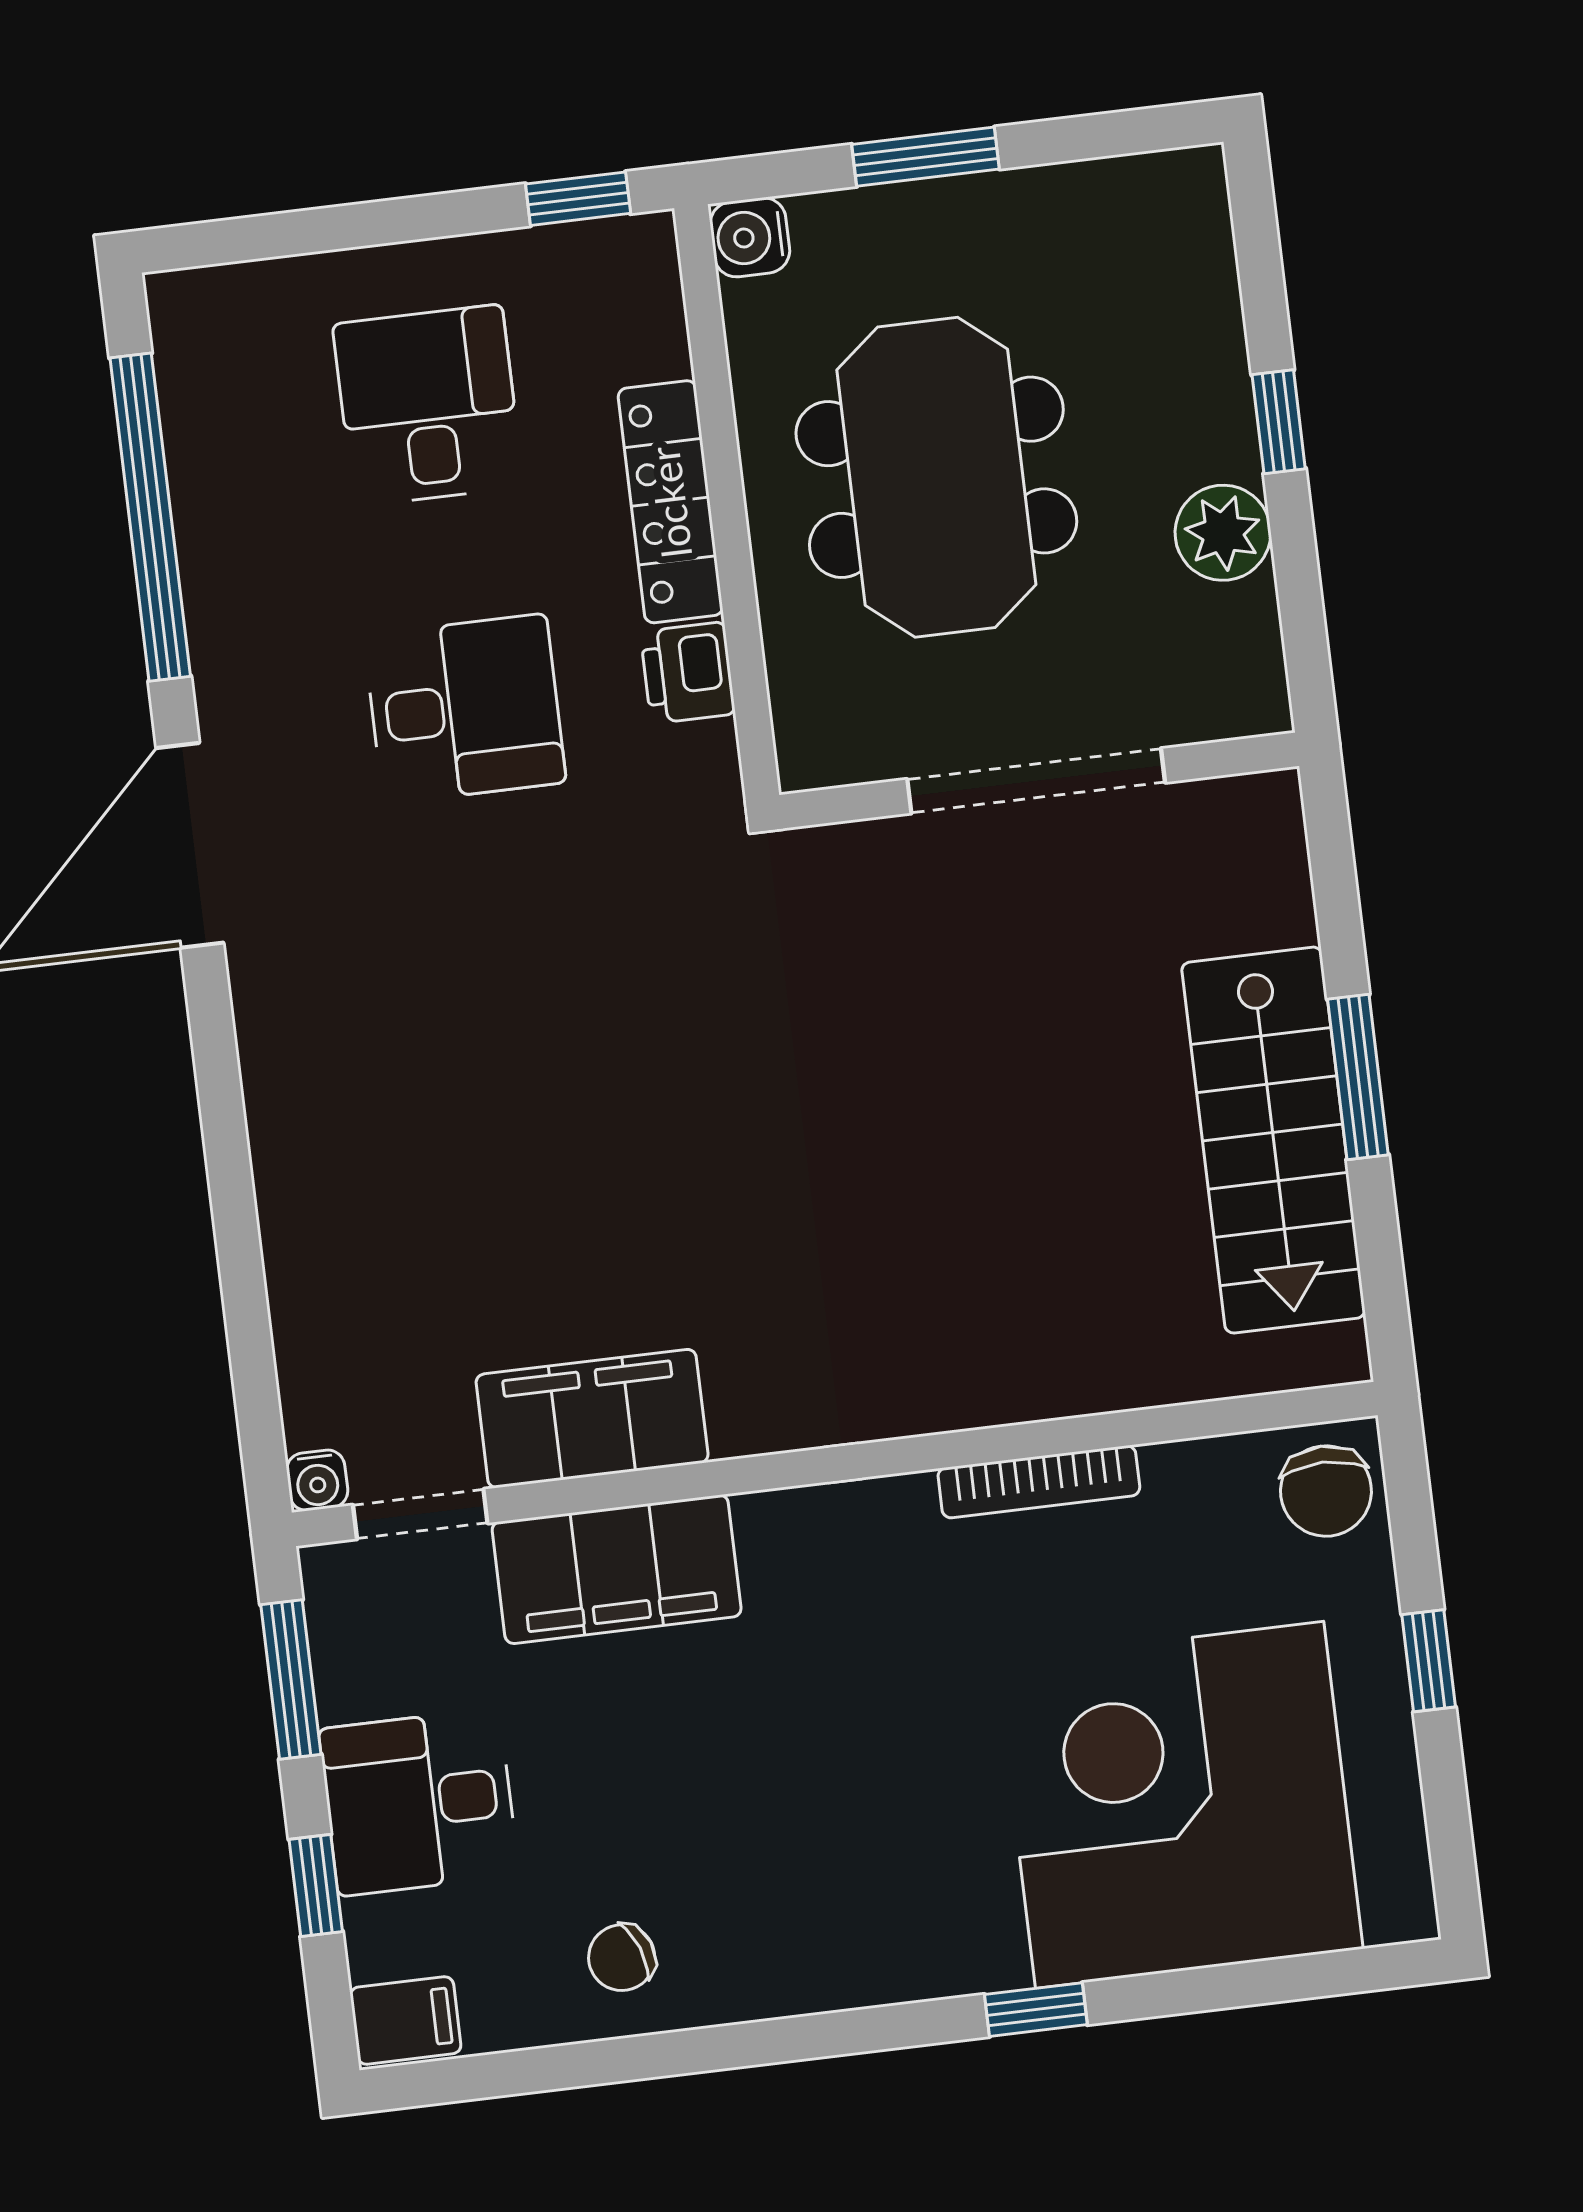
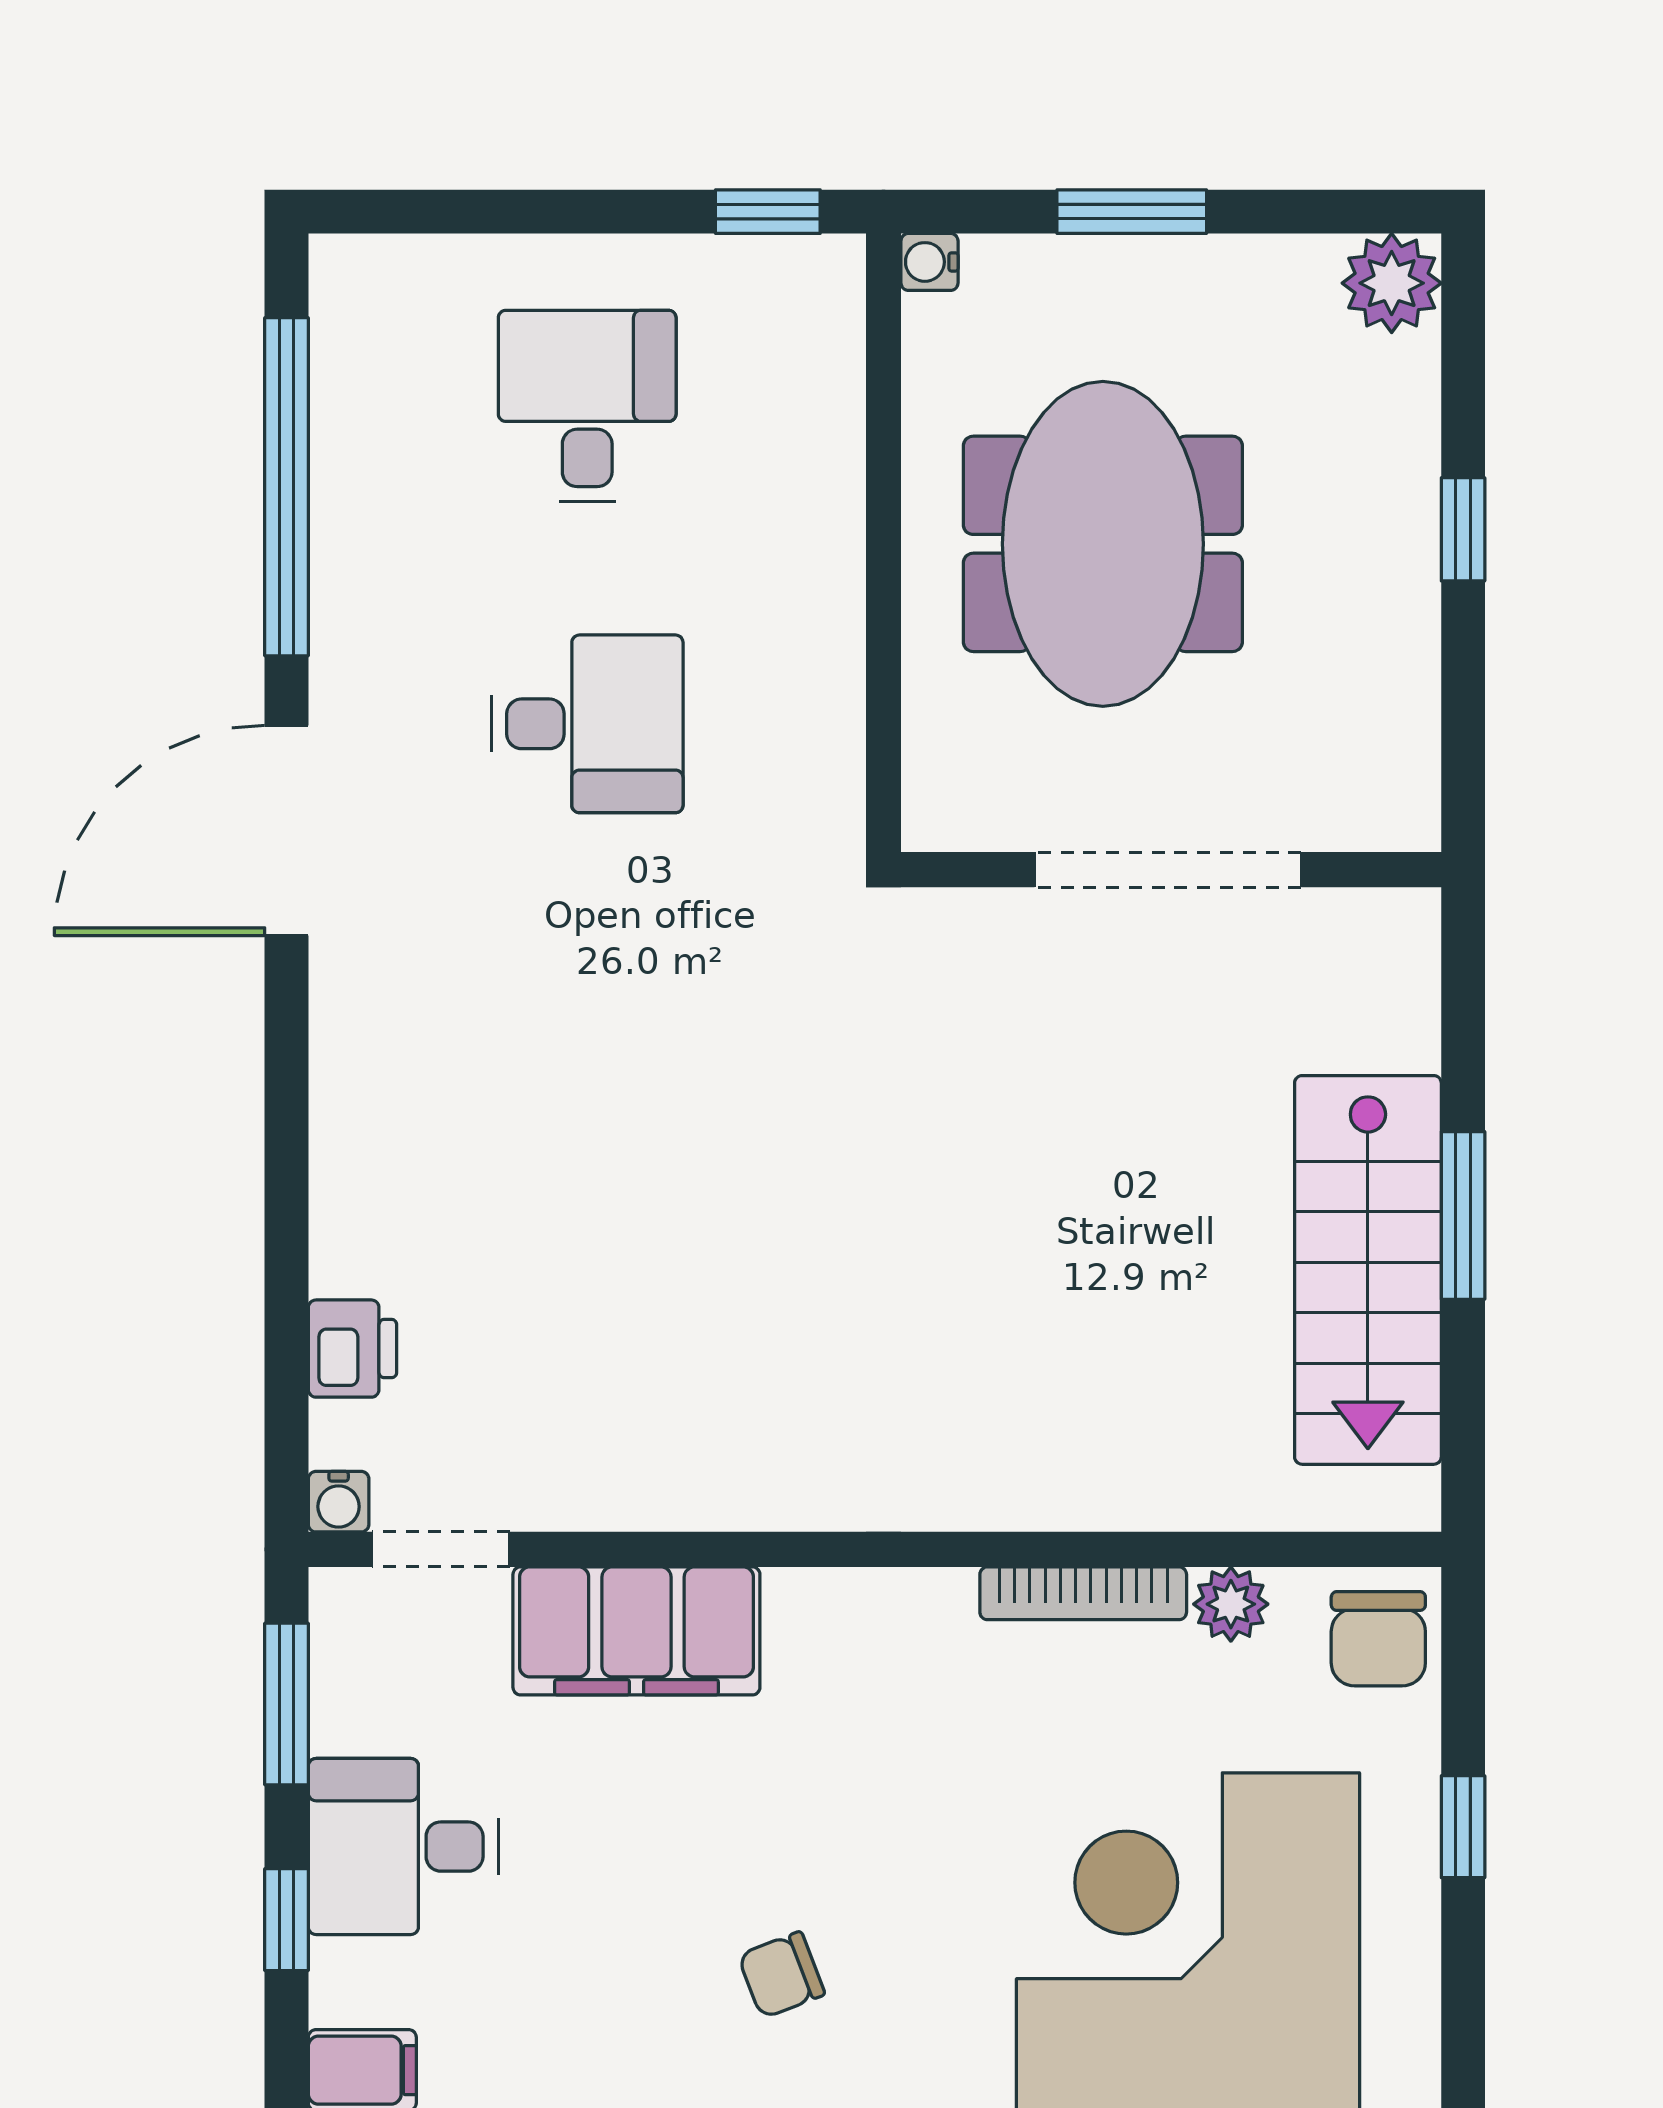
water cooler: (750, 237) -> (929, 262), width x0.72, depth x0.72
locker: (670, 502) -> (825, 536), removed
plant: (1223, 533) -> (1392, 283), moved
printer: (688, 673) -> (352, 1349), moved, turned 180
filing cabinet: (592, 1419) -> (630, 1472), removed
plant: (1181, 1475) -> (1231, 1604), added
chair: (622, 1958) -> (781, 1975), moved

